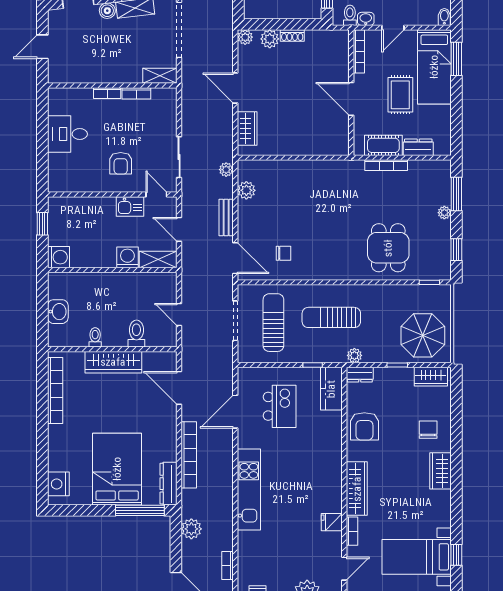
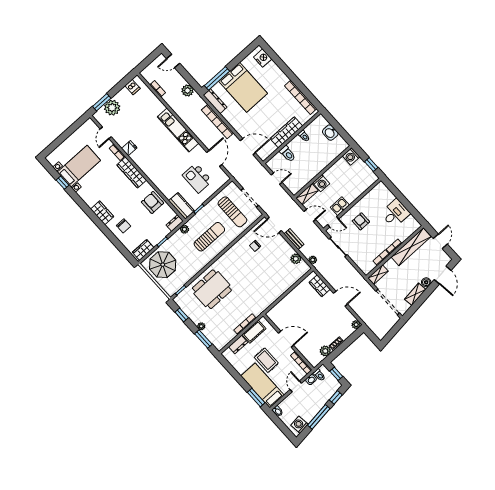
plant: (270, 39) -> (325, 351), moved
shelving: (86, 73) -> (411, 247), added
dining table: (388, 248) -> (212, 289), width x1.38

